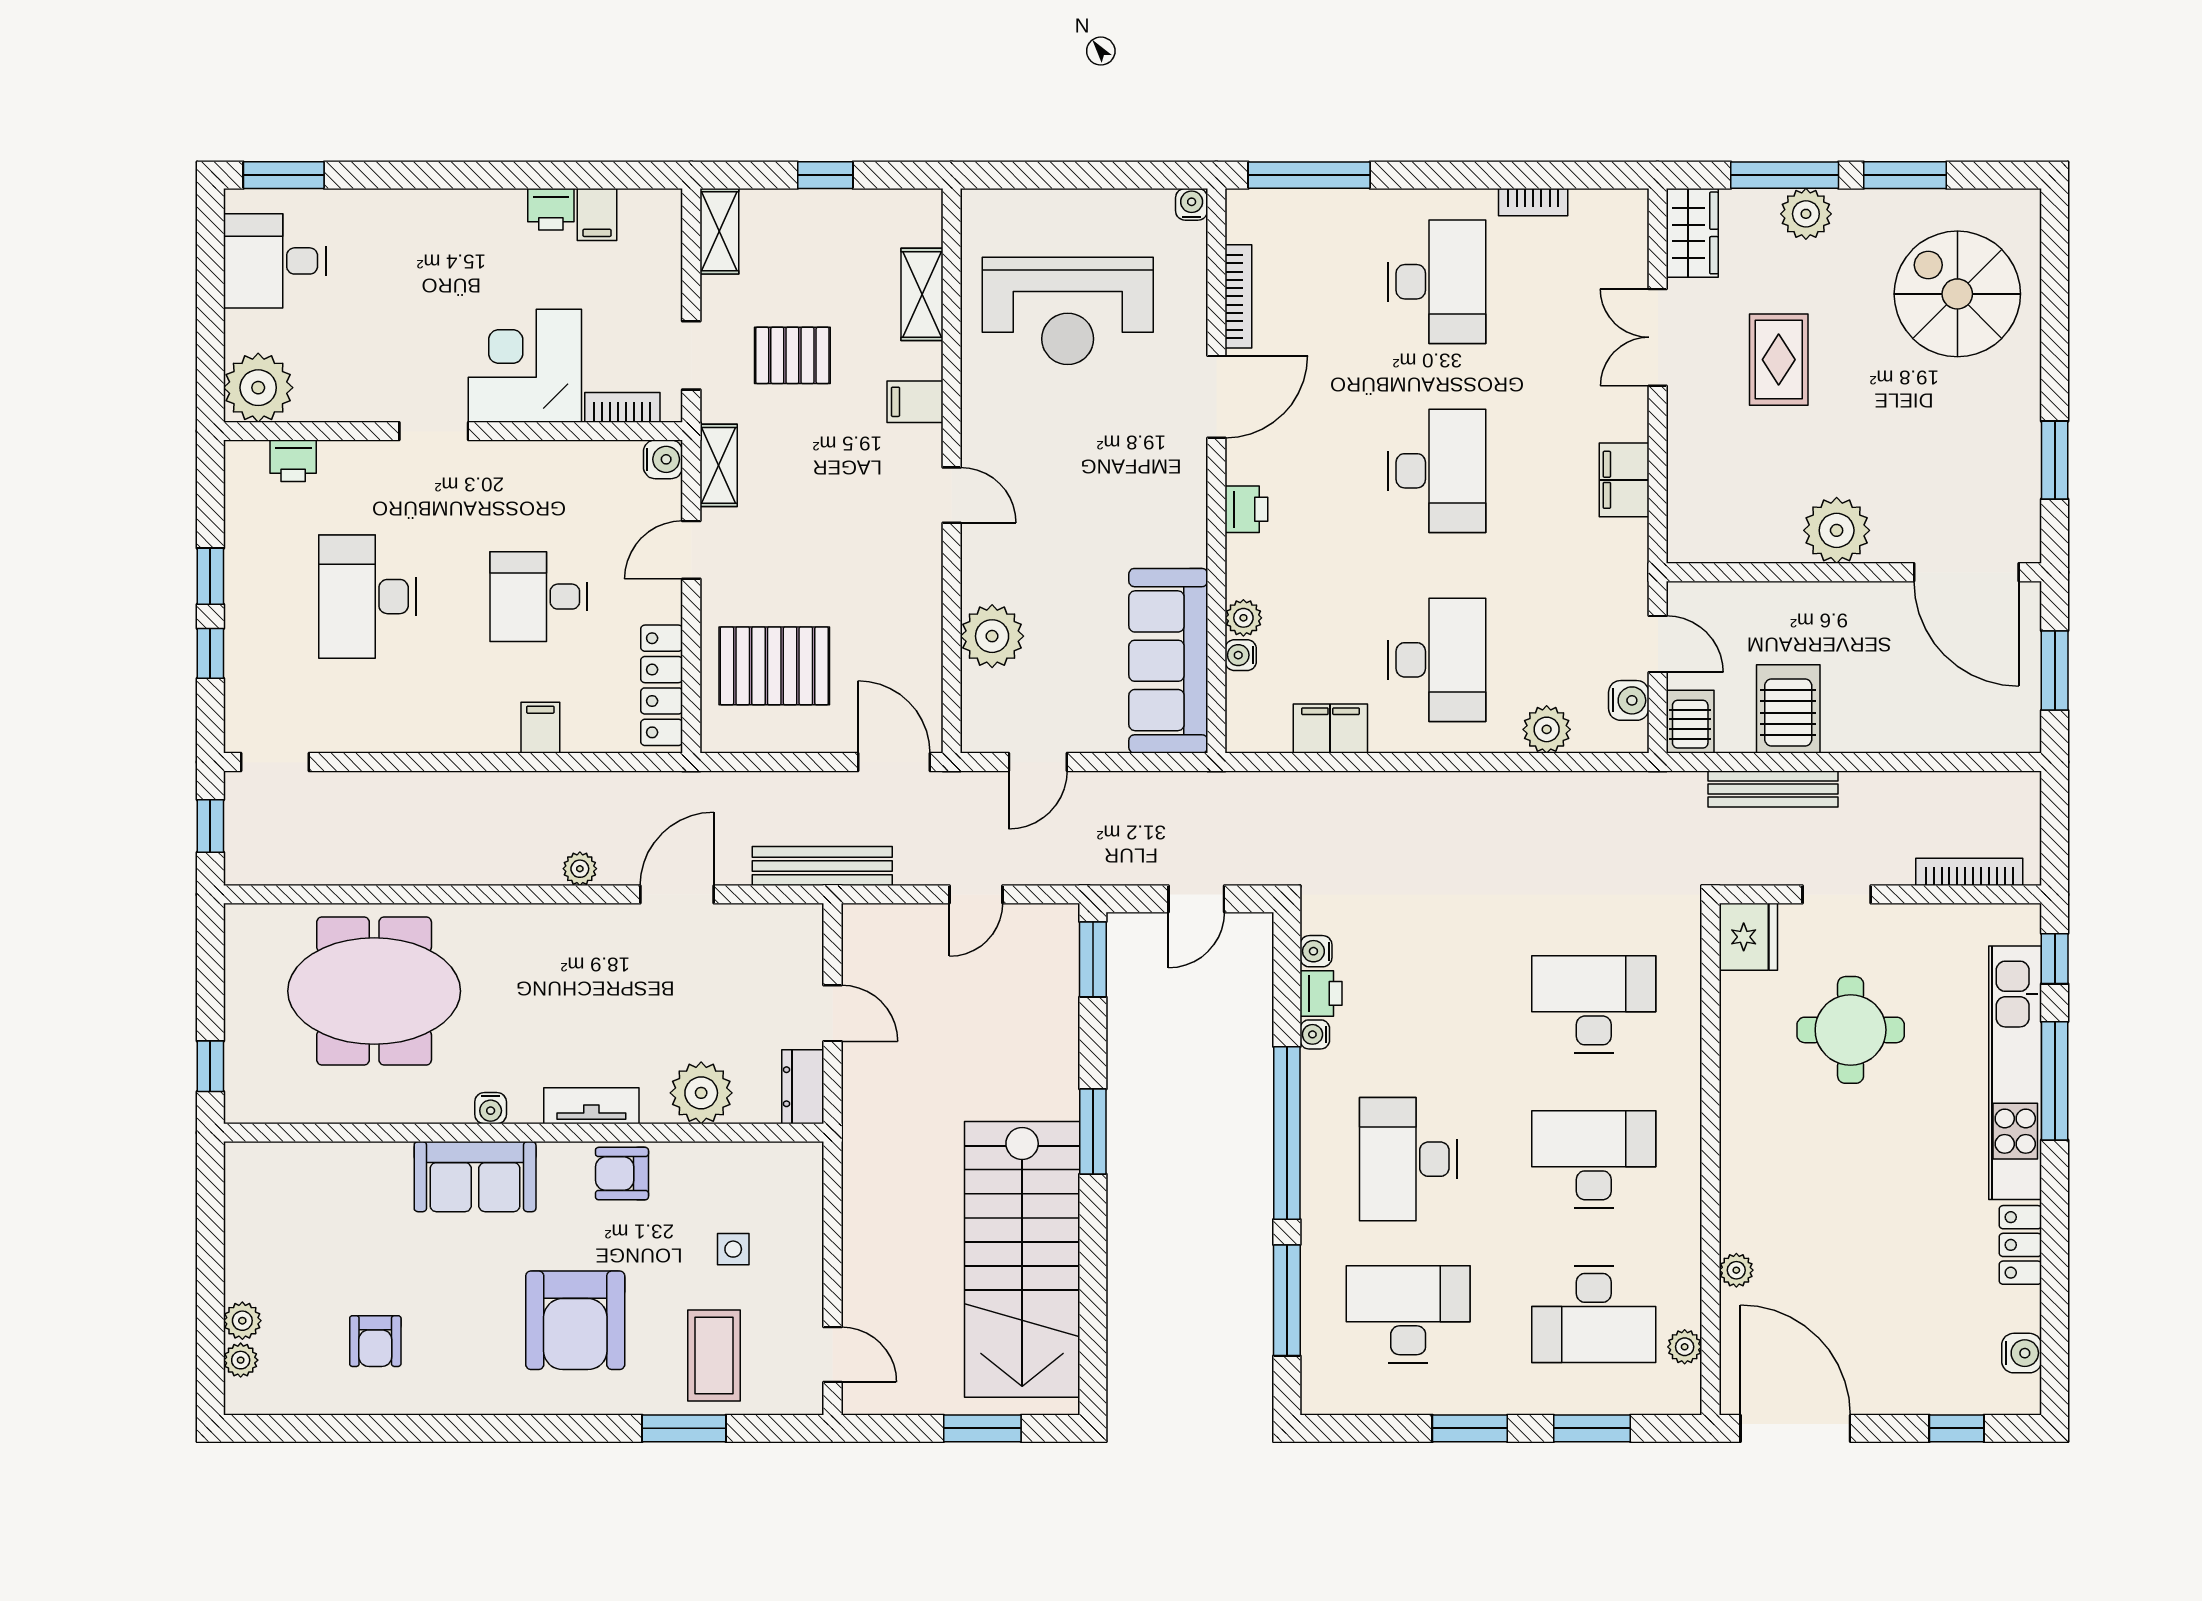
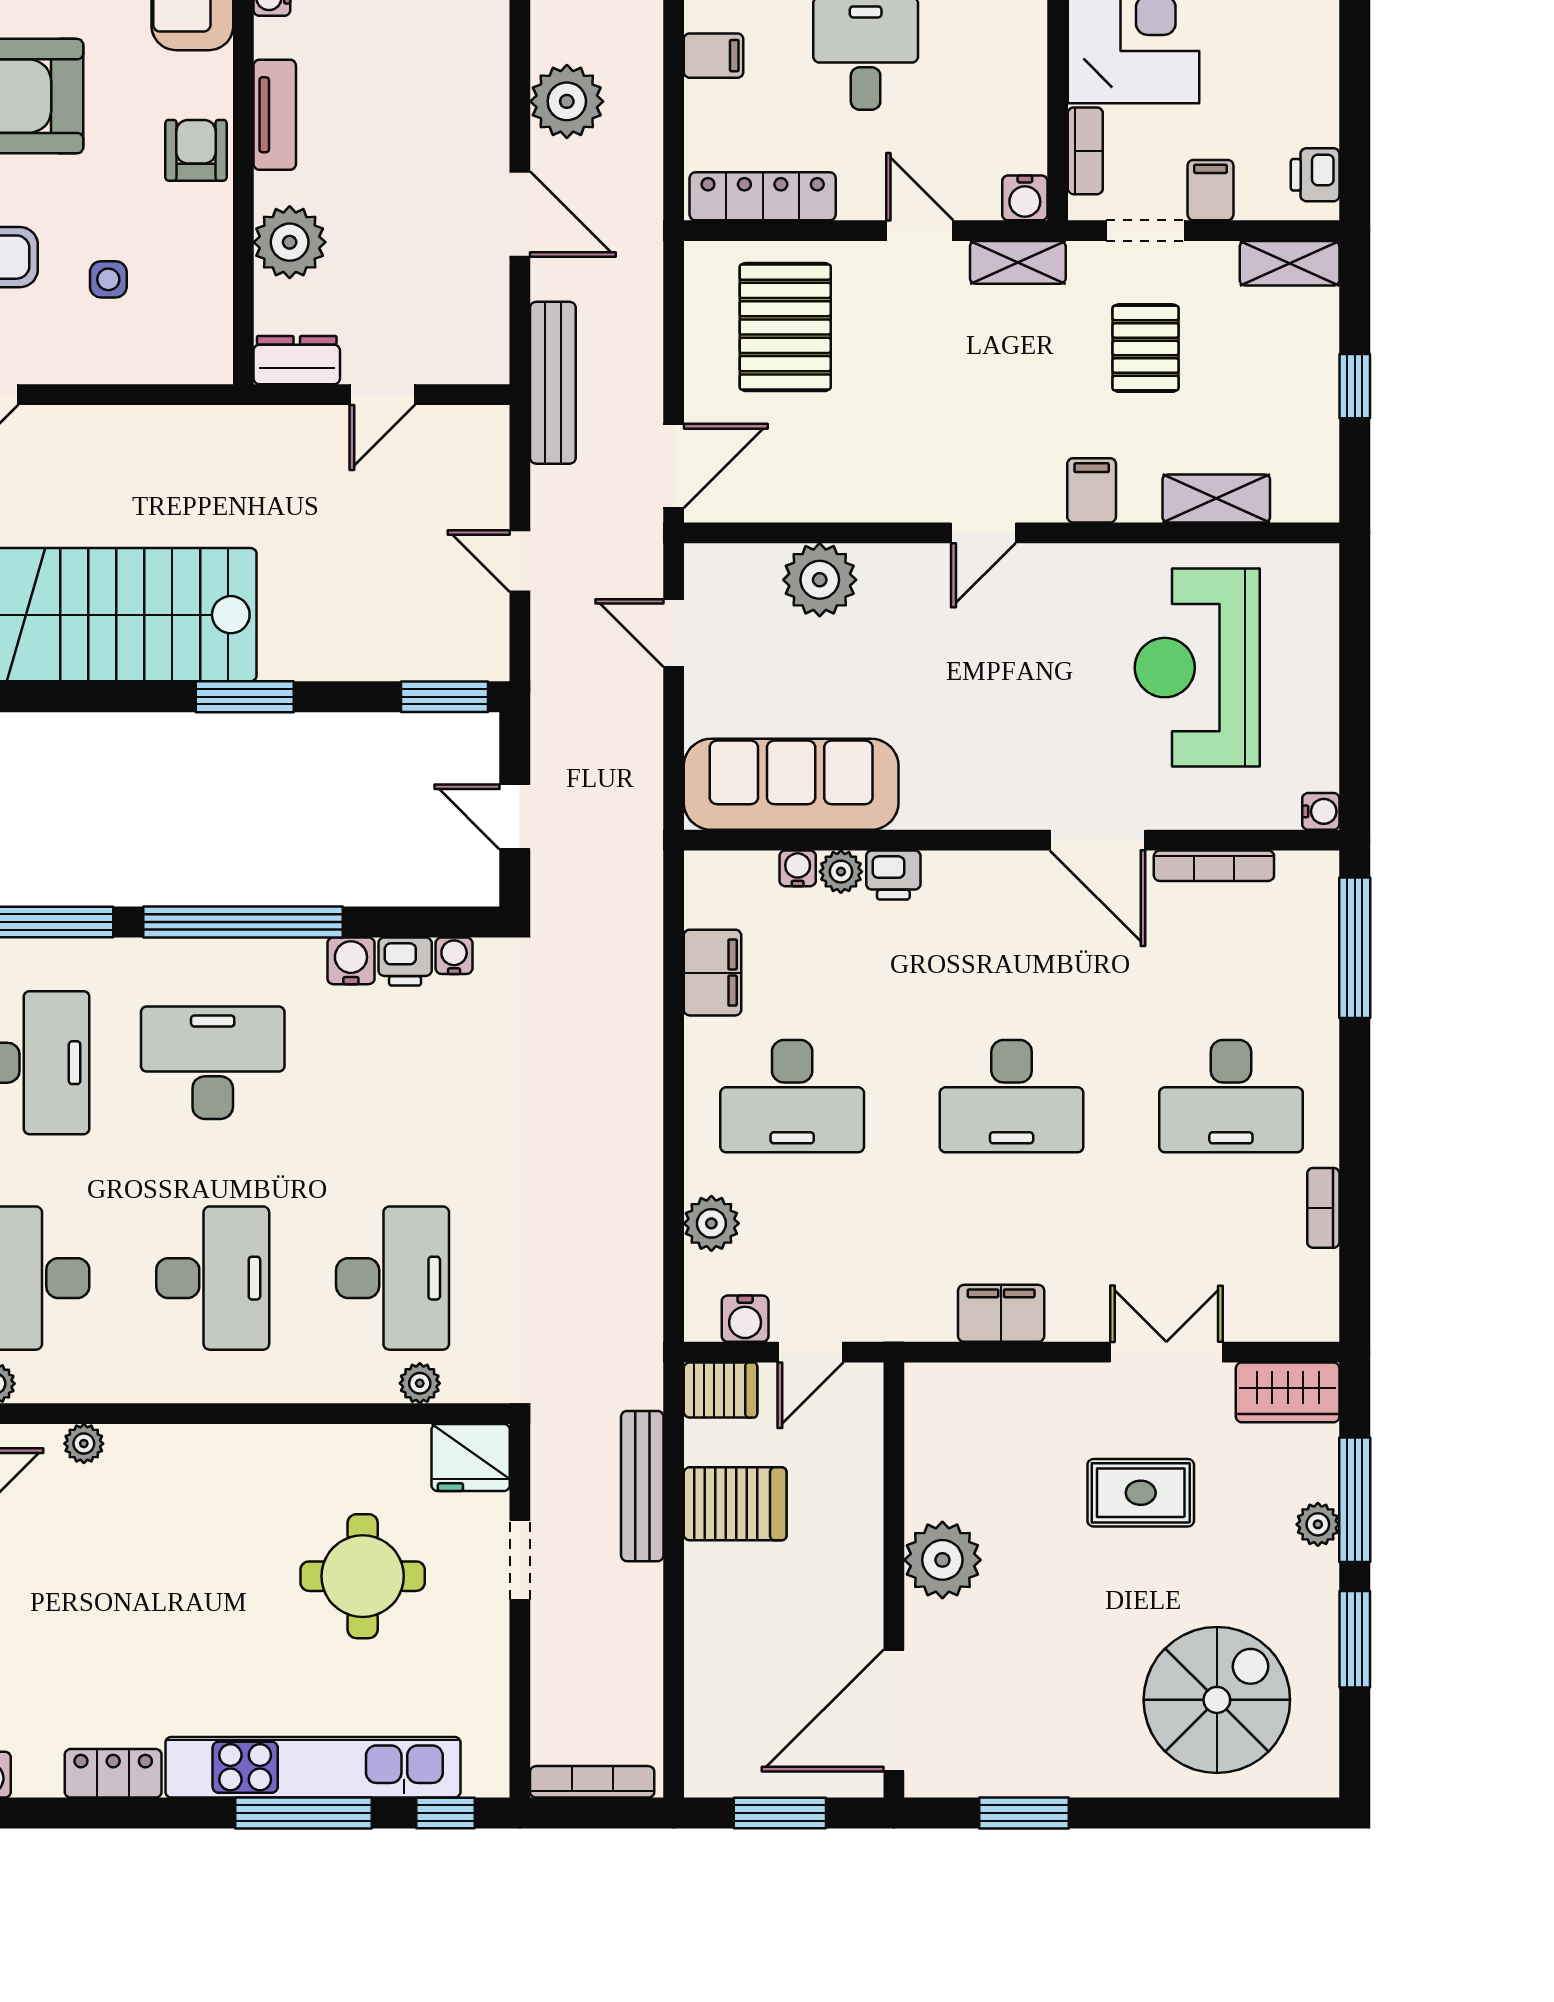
printer: (551, 209) -> (1315, 175), moved
plant: (1806, 214) -> (1318, 1524), width x0.73, depth x0.73
filing cabinet: (597, 215) -> (1211, 190), moved, turned 90
printer: (1246, 509) -> (893, 875), moved
plant: (580, 869) -> (567, 101), width x1.87, depth x1.87
bookcase: (1969, 872) -> (592, 1782), moved, turned -90
plant: (1684, 981) -> (420, 1383), added
water cooler: (1315, 1034) -> (351, 961), width x1.38, depth x1.38

